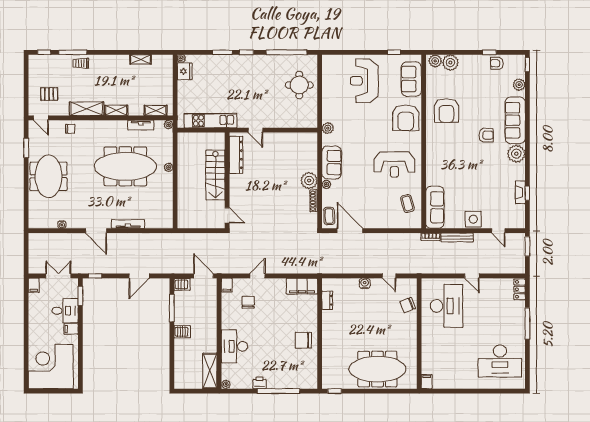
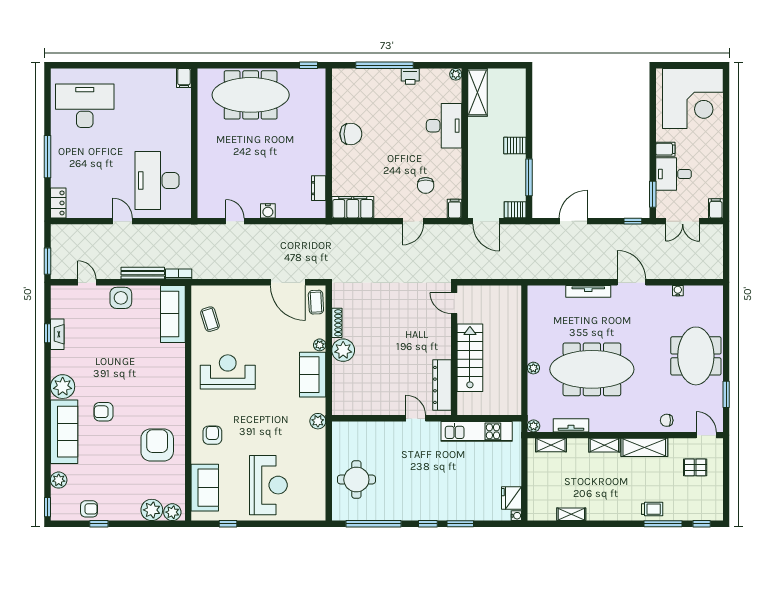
armchair: (406, 118) -> (212, 435), width x0.53, depth x0.53
chair: (408, 305) -> (210, 182), removed

